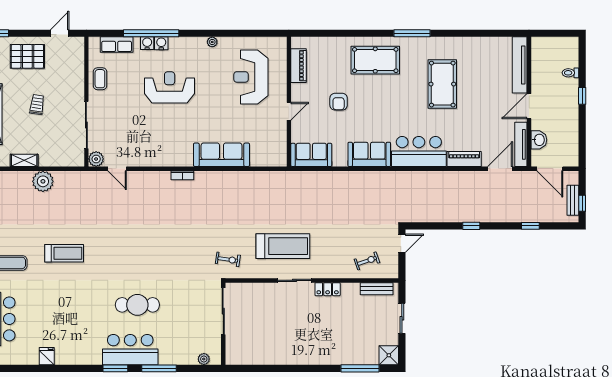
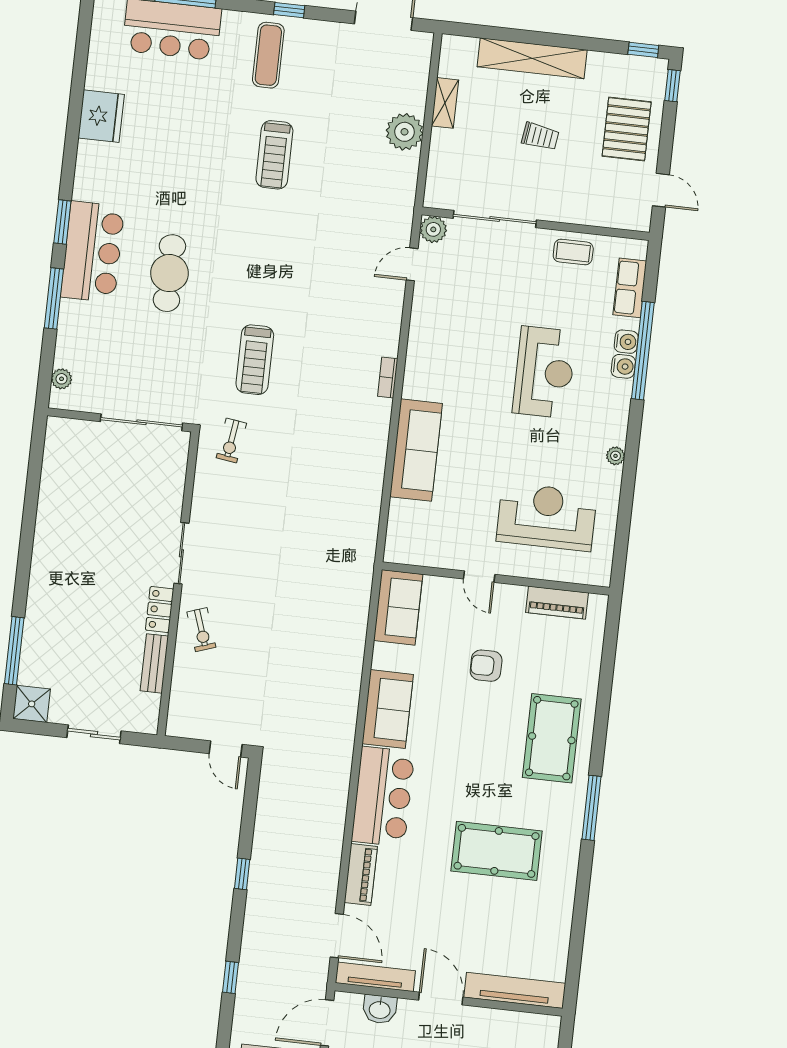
treadmill: (283, 246) -> (255, 360), moved, width x0.73, depth x0.73
exercise bike: (367, 261) -> (201, 630), moved
bench: (377, 289) -> (154, 663), moved
fridge: (47, 356) -> (101, 116), width x1.88, depth x1.34

